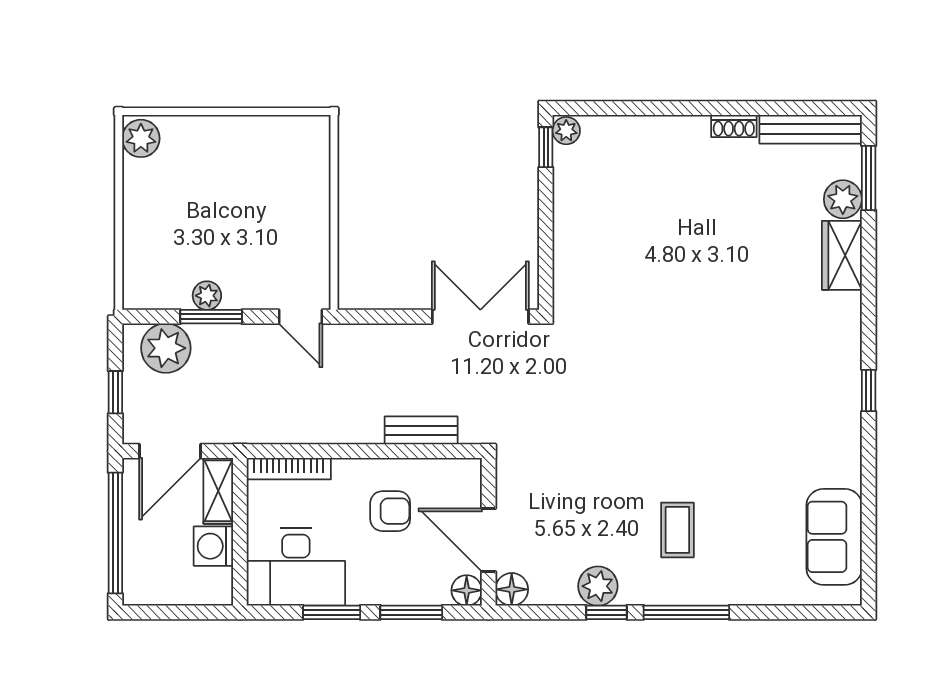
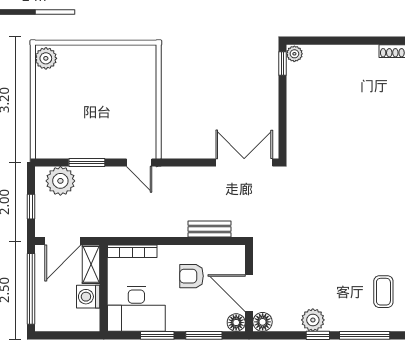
plant: (207, 296) -> (84, 150), removed
armchair: (390, 511) -> (192, 276), turned 180
coffee table: (677, 530) -> (383, 292), moved

